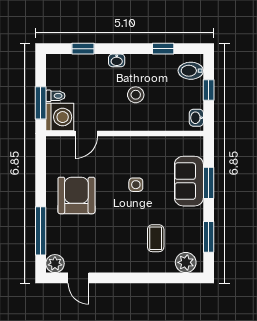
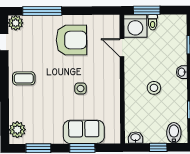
coffee table: (156, 238) -> (24, 78), moved

